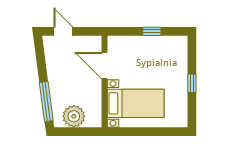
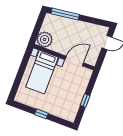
plant: (74, 116) -> (45, 39), moved

